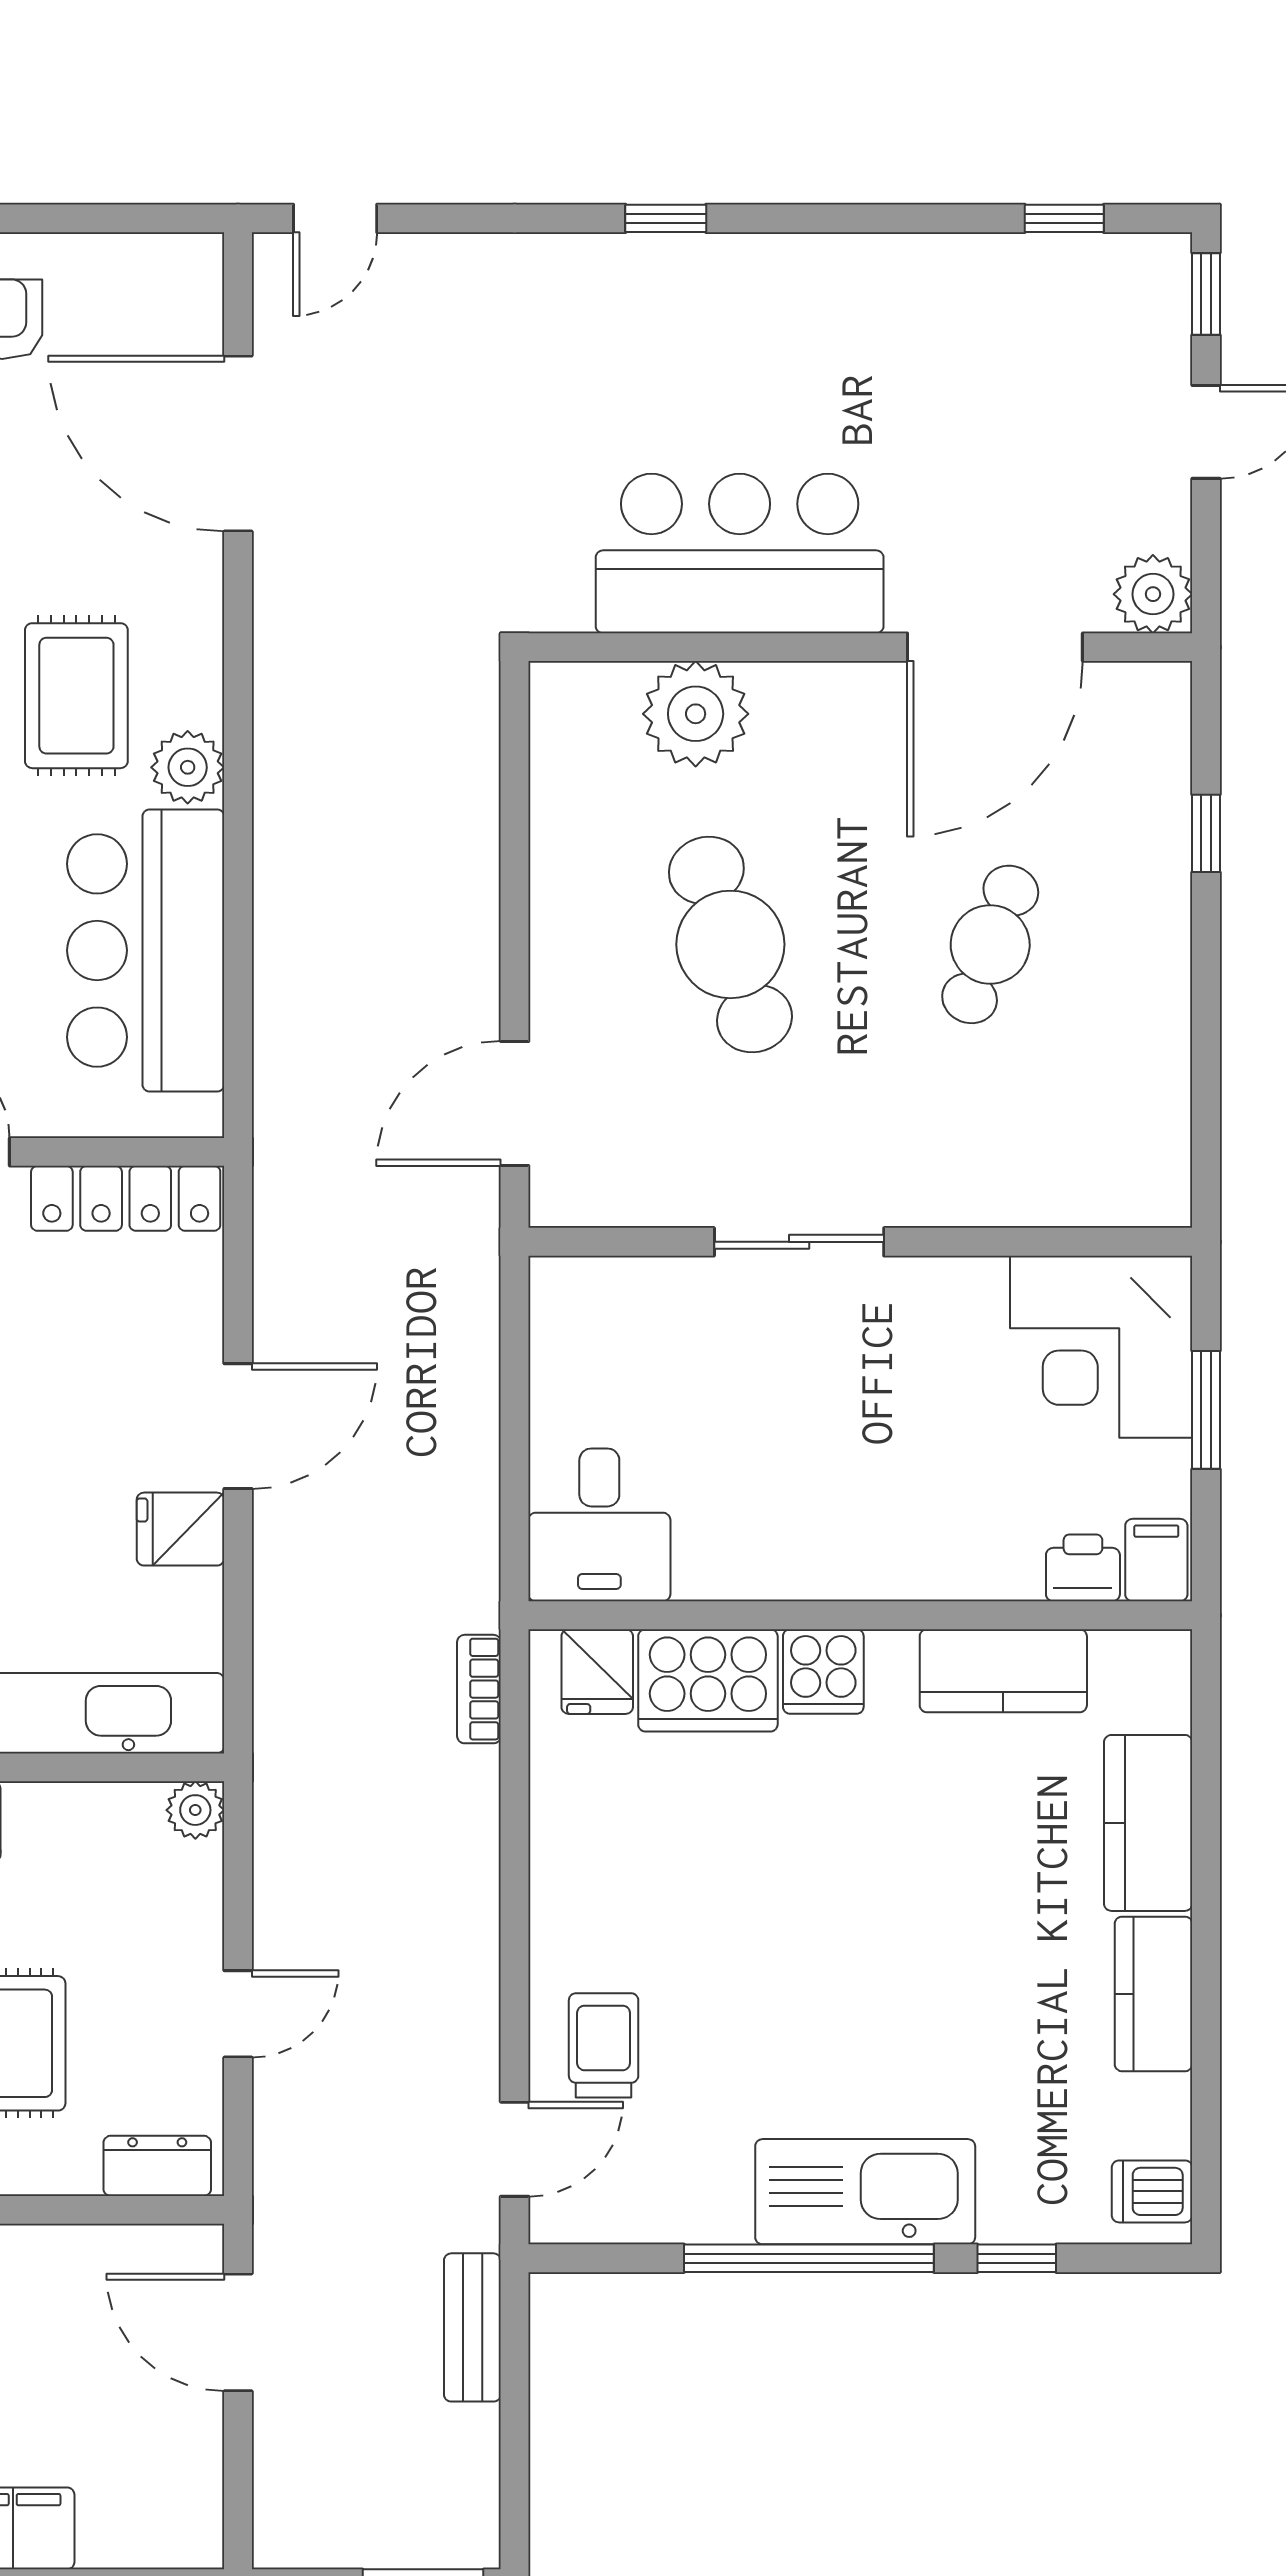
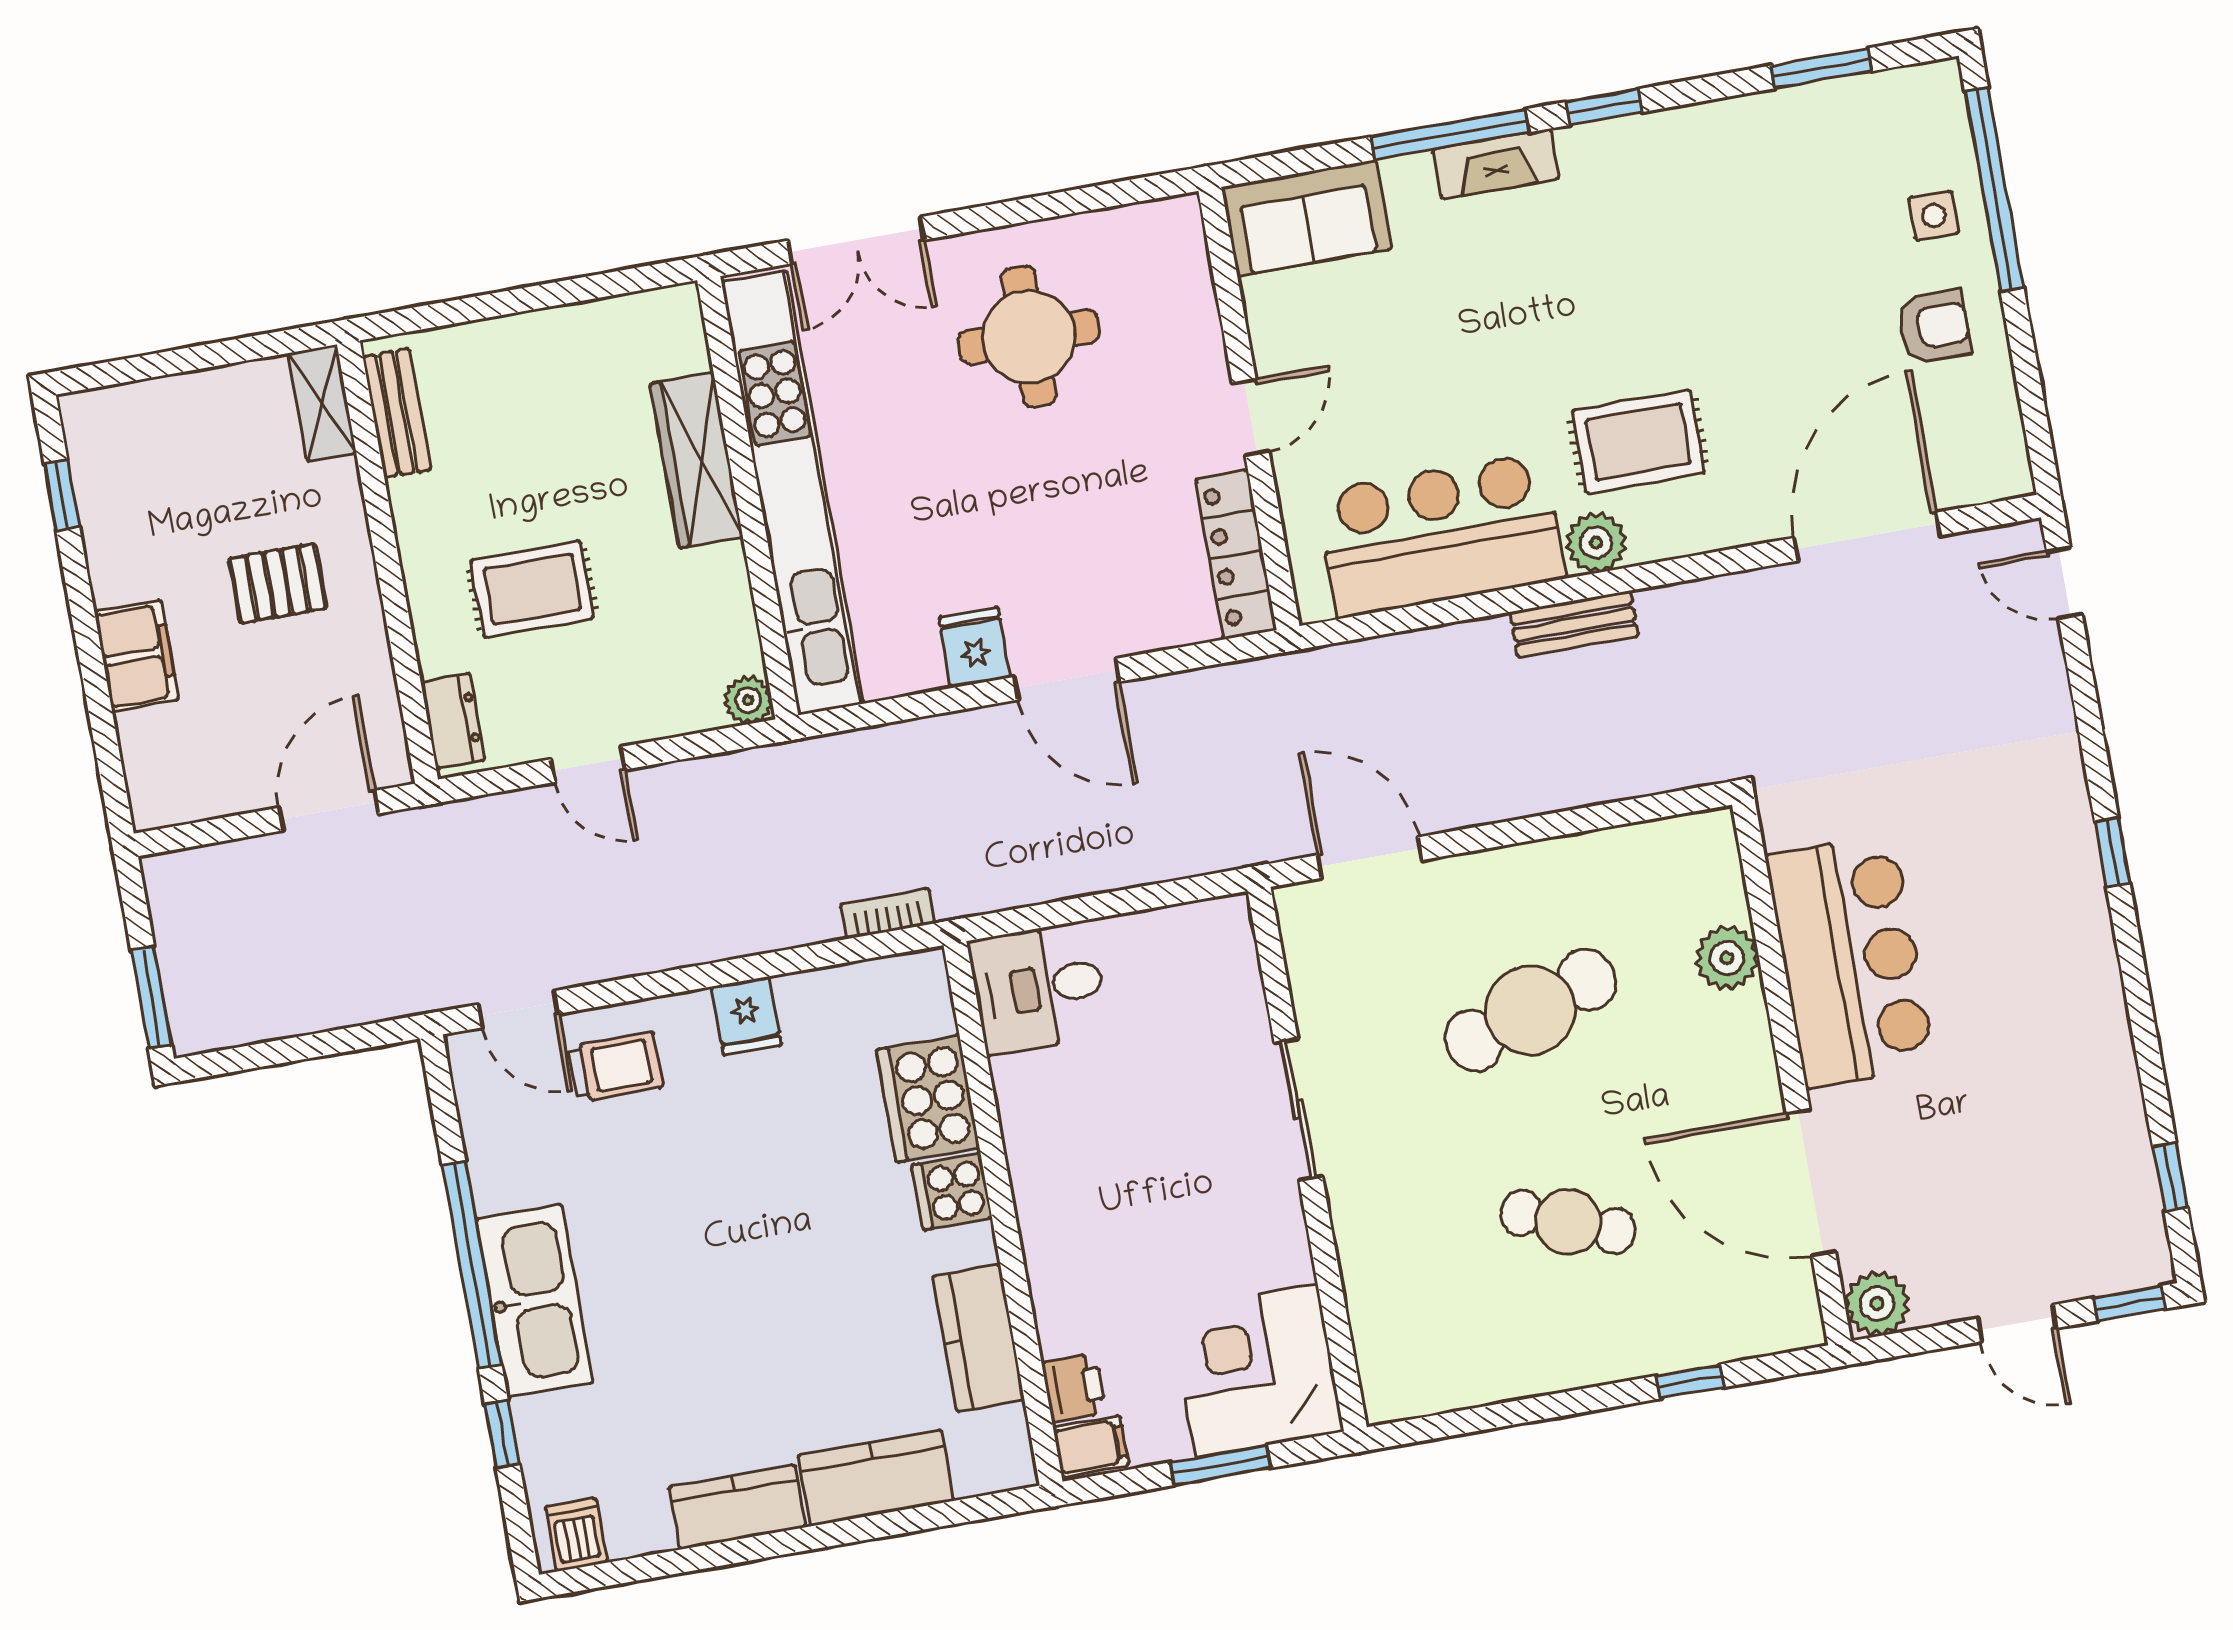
plant: (696, 714) -> (1727, 958), width x0.73, depth x0.73
fridge: (597, 1672) -> (746, 1016), moved, turned -90
bench: (472, 2327) -> (1574, 624), moved

